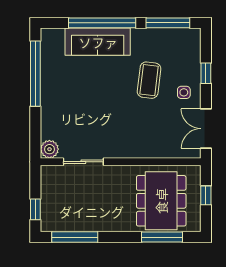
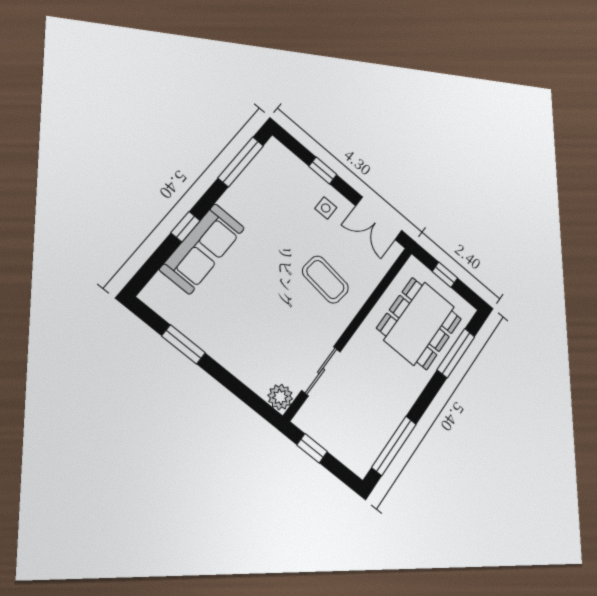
window: (102, 23) -> (185, 227), width x0.32
window: (35, 74) -> (184, 344), width x0.47
coffee table: (149, 80) -> (325, 280), moved
dining table: (161, 201) -> (419, 323), turned 90
window: (35, 209) -> (312, 448), moved

